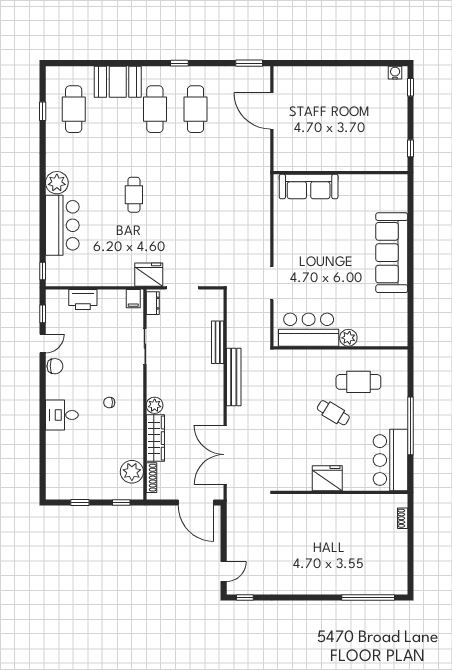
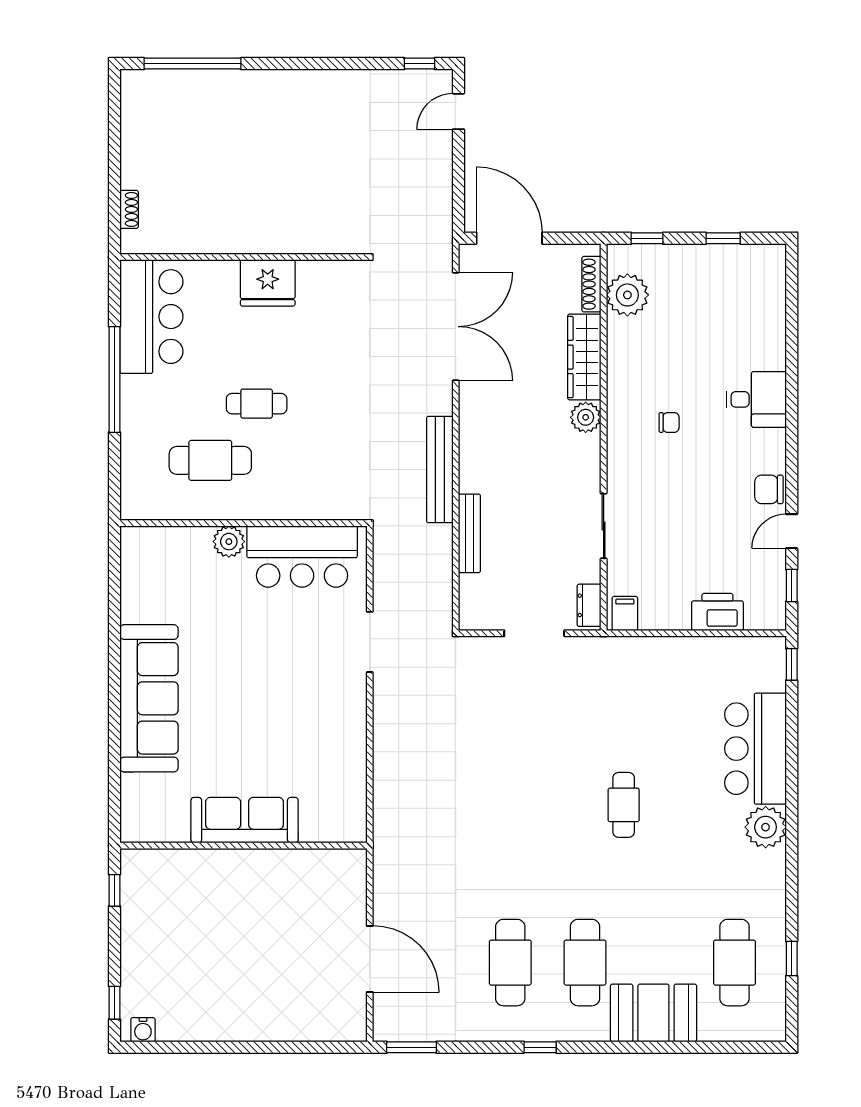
sofa: (309, 186) -> (245, 820), moved
fridge: (149, 275) -> (596, 658), removed
cafe table: (333, 413) -> (257, 404), turned -31

